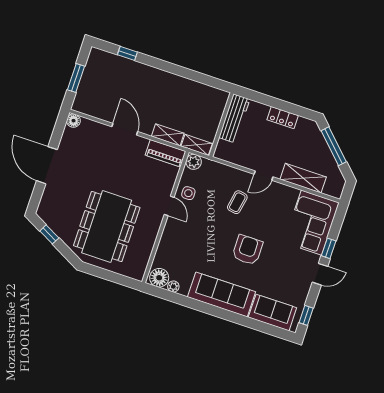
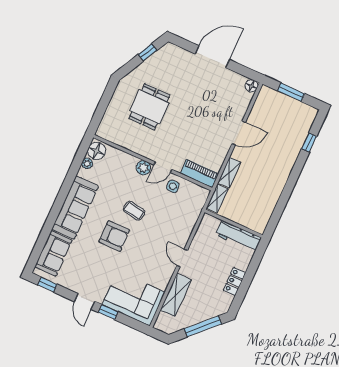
piano: (166, 153) -> (199, 174), moved, turned 90
plant: (194, 162) -> (143, 168), moved
coffee table: (237, 202) -> (134, 211), moved
dining table: (107, 226) -> (149, 107), width x0.53, depth x0.80

